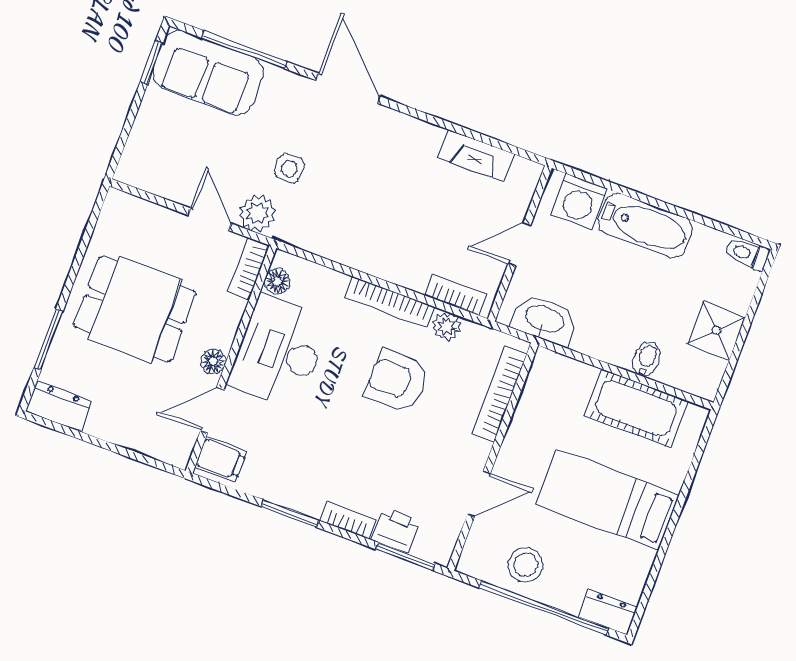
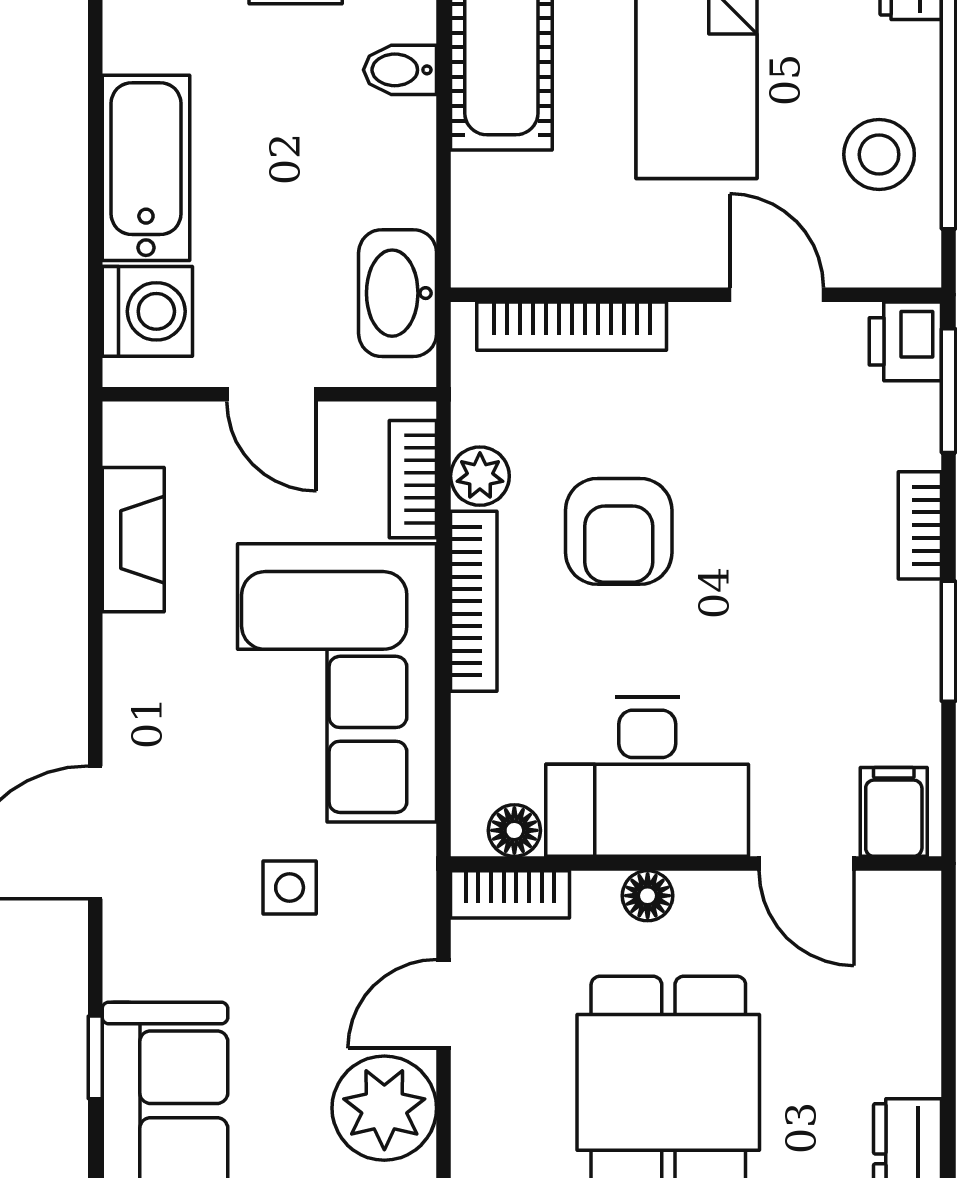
window: (245, 50) -> (95, 1057), width x0.46
plant: (257, 213) -> (384, 1108), moved, width x1.36, depth x1.36
corner sofa: (375, 225) -> (337, 683), added
floor lamp: (213, 362) -> (648, 896), moved
printer: (396, 530) -> (905, 341), moved

